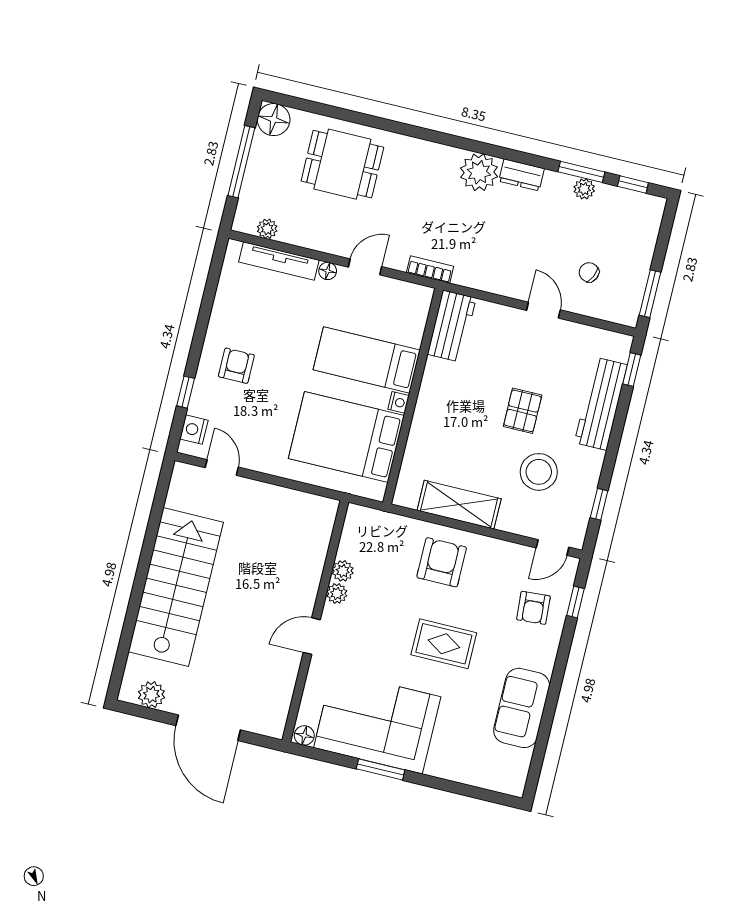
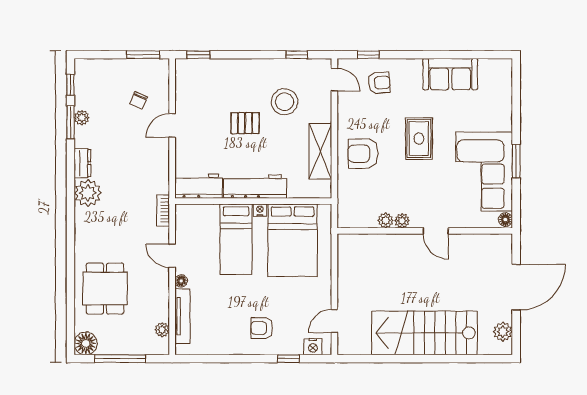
workbench: (601, 404) -> (255, 187), moved, turned 180

